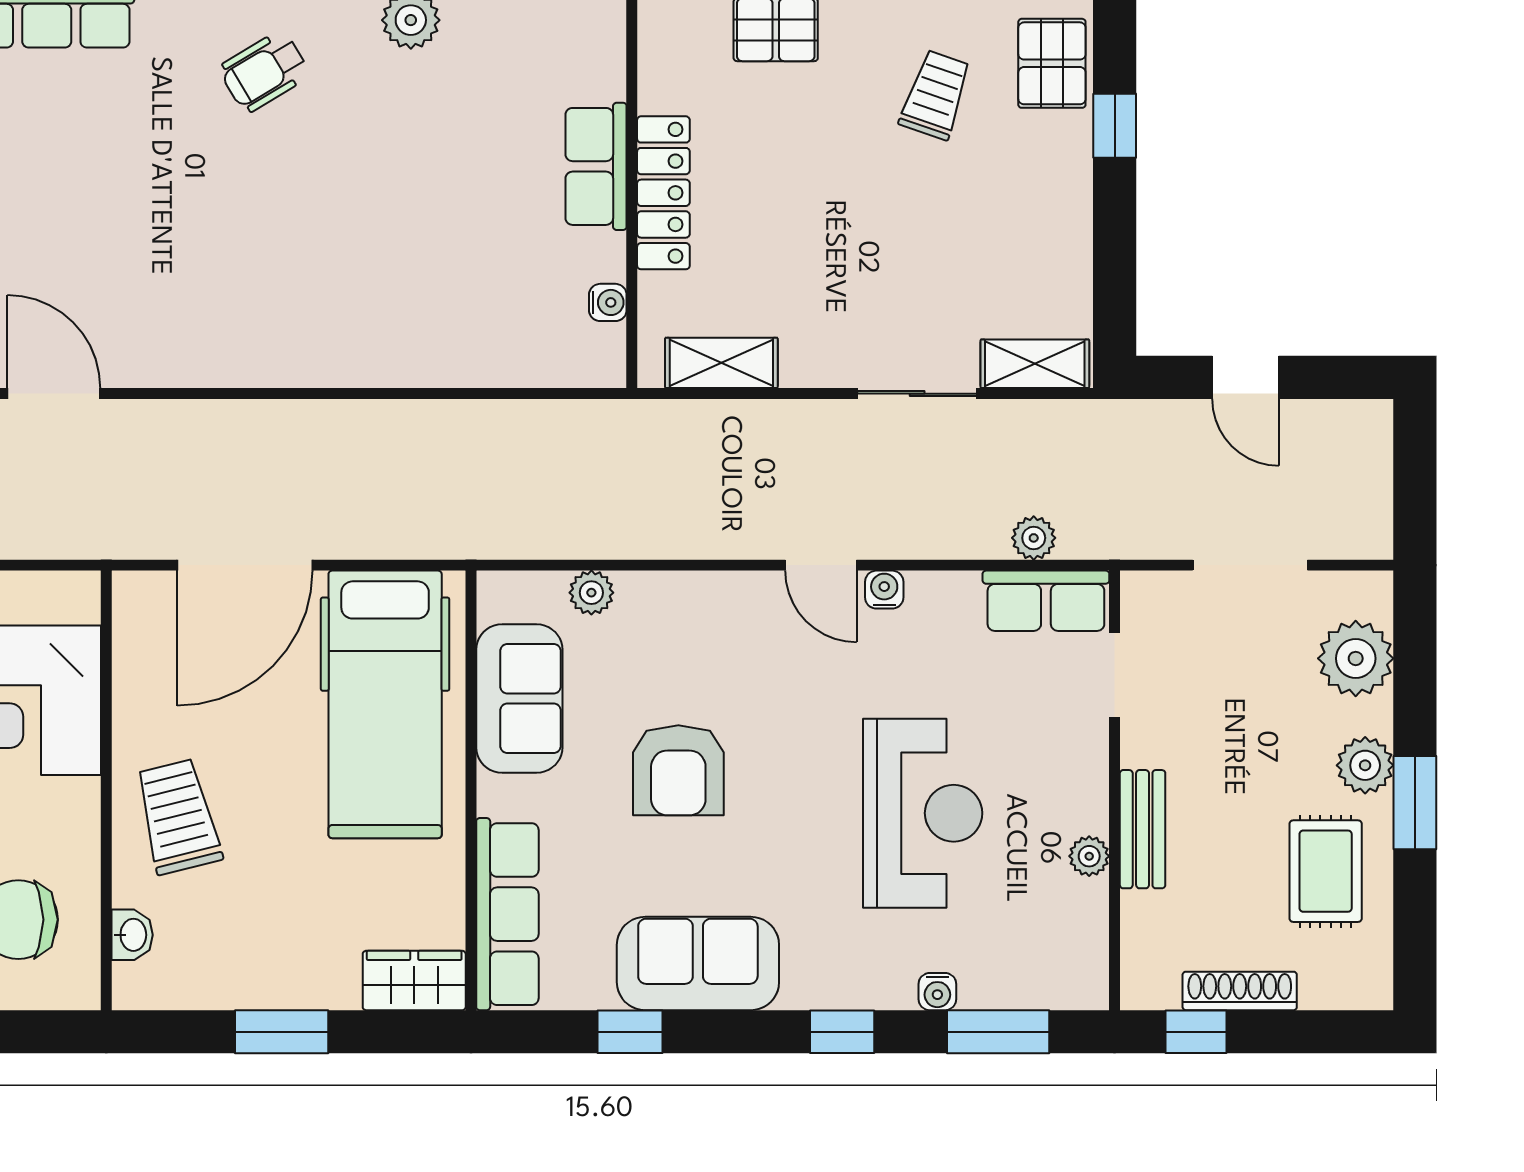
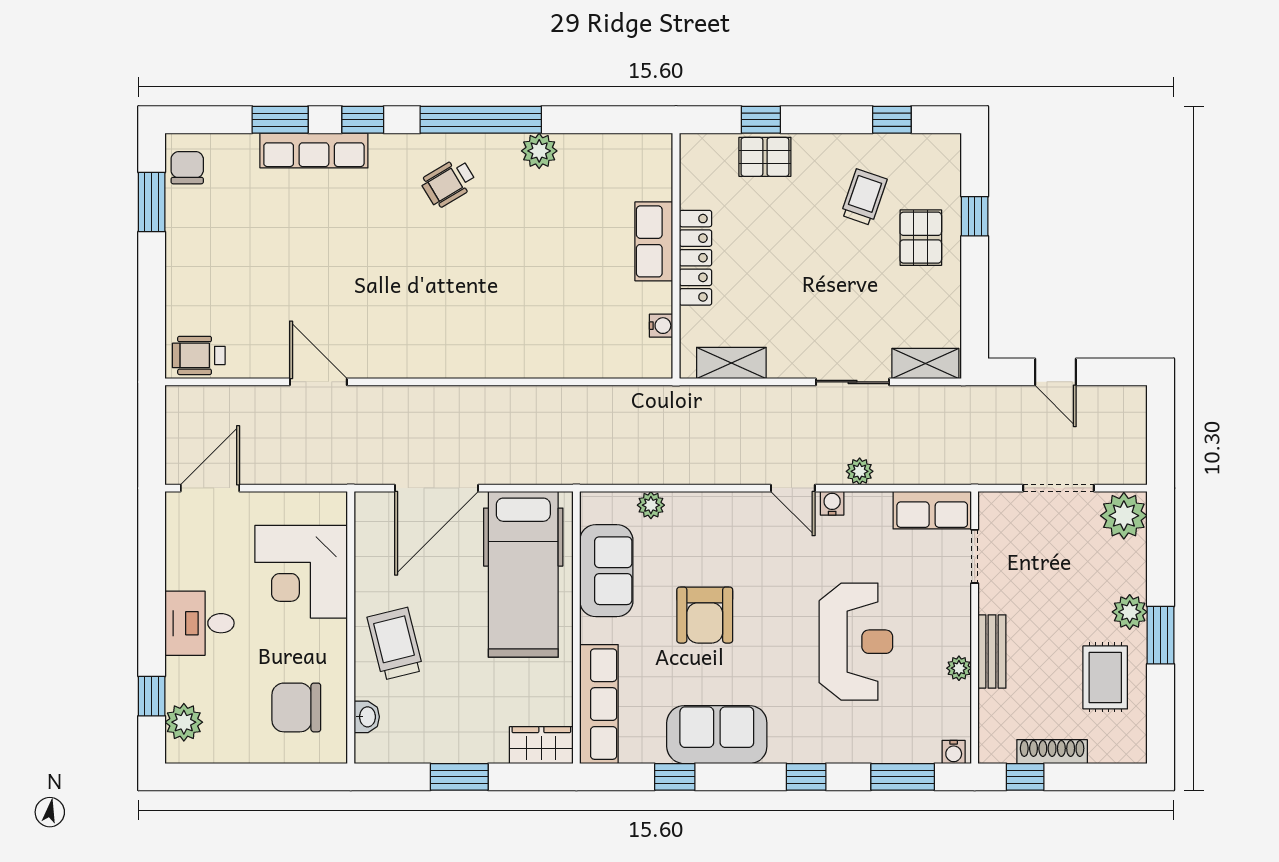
pallet: (1052, 63) -> (921, 238), moved
plant: (1034, 538) -> (860, 471), moved
plant: (1356, 658) -> (1124, 516), moved
water cooler: (937, 992) -> (954, 752), moved

